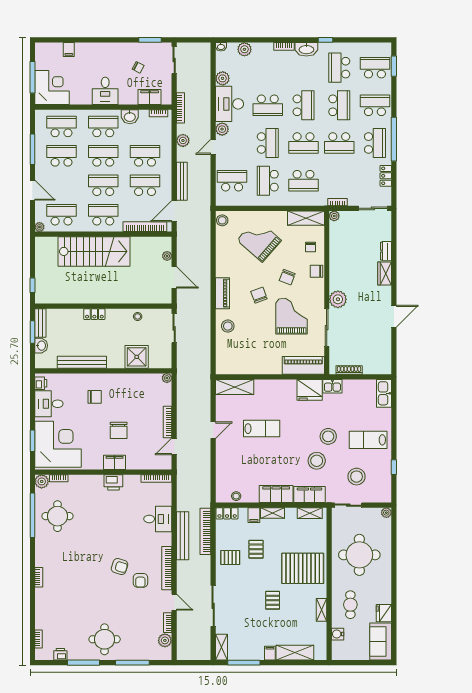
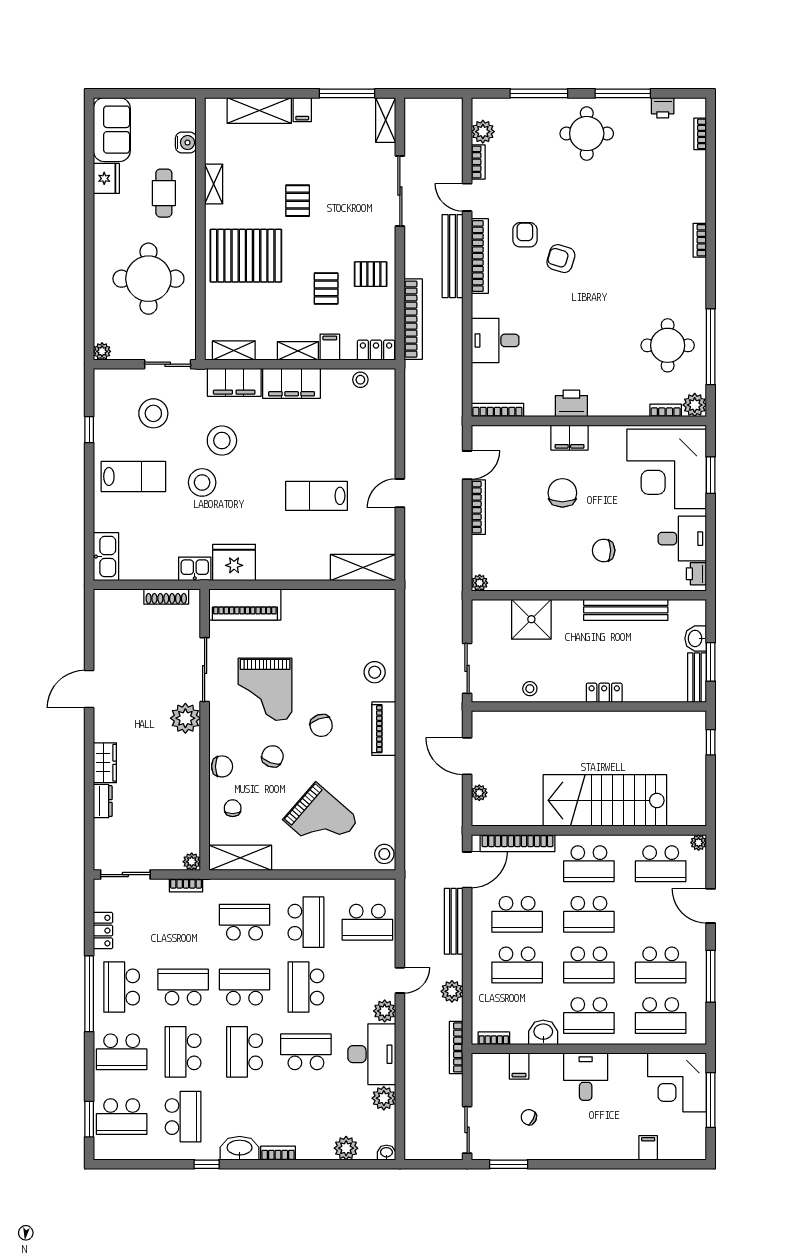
filing cabinet: (150, 97) -> (519, 1066), width x0.50
bench: (183, 536) -> (453, 256), moved

